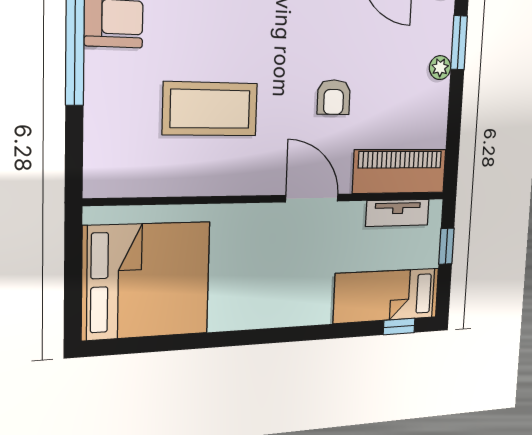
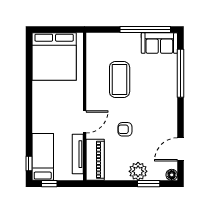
plant: (440, 68) -> (138, 171), width x1.88, depth x1.88
tv unit: (398, 213) -> (78, 154), width x1.41
window: (446, 246) -> (49, 184), moved

